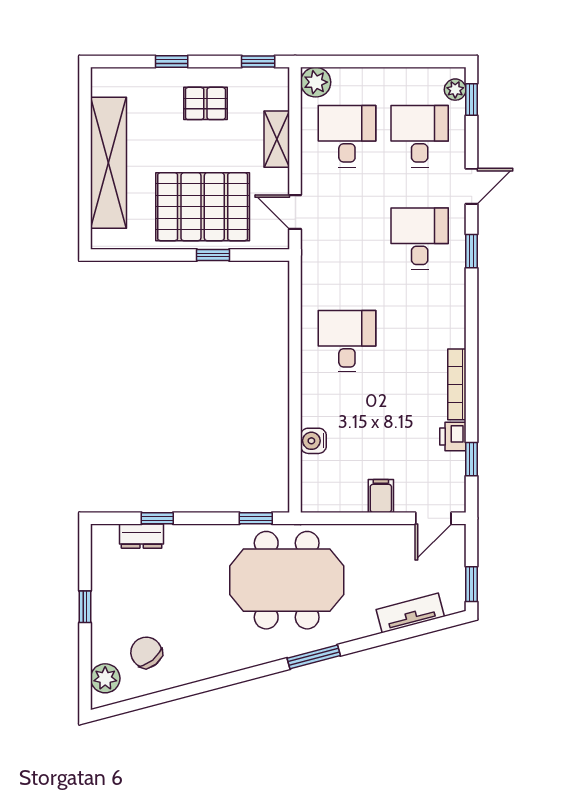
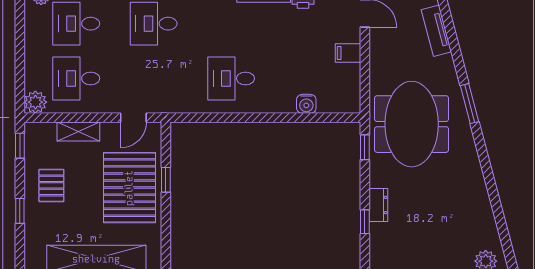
dresser: (142, 536) -> (378, 205), moved
chair: (146, 652) -> (466, 230), removed

